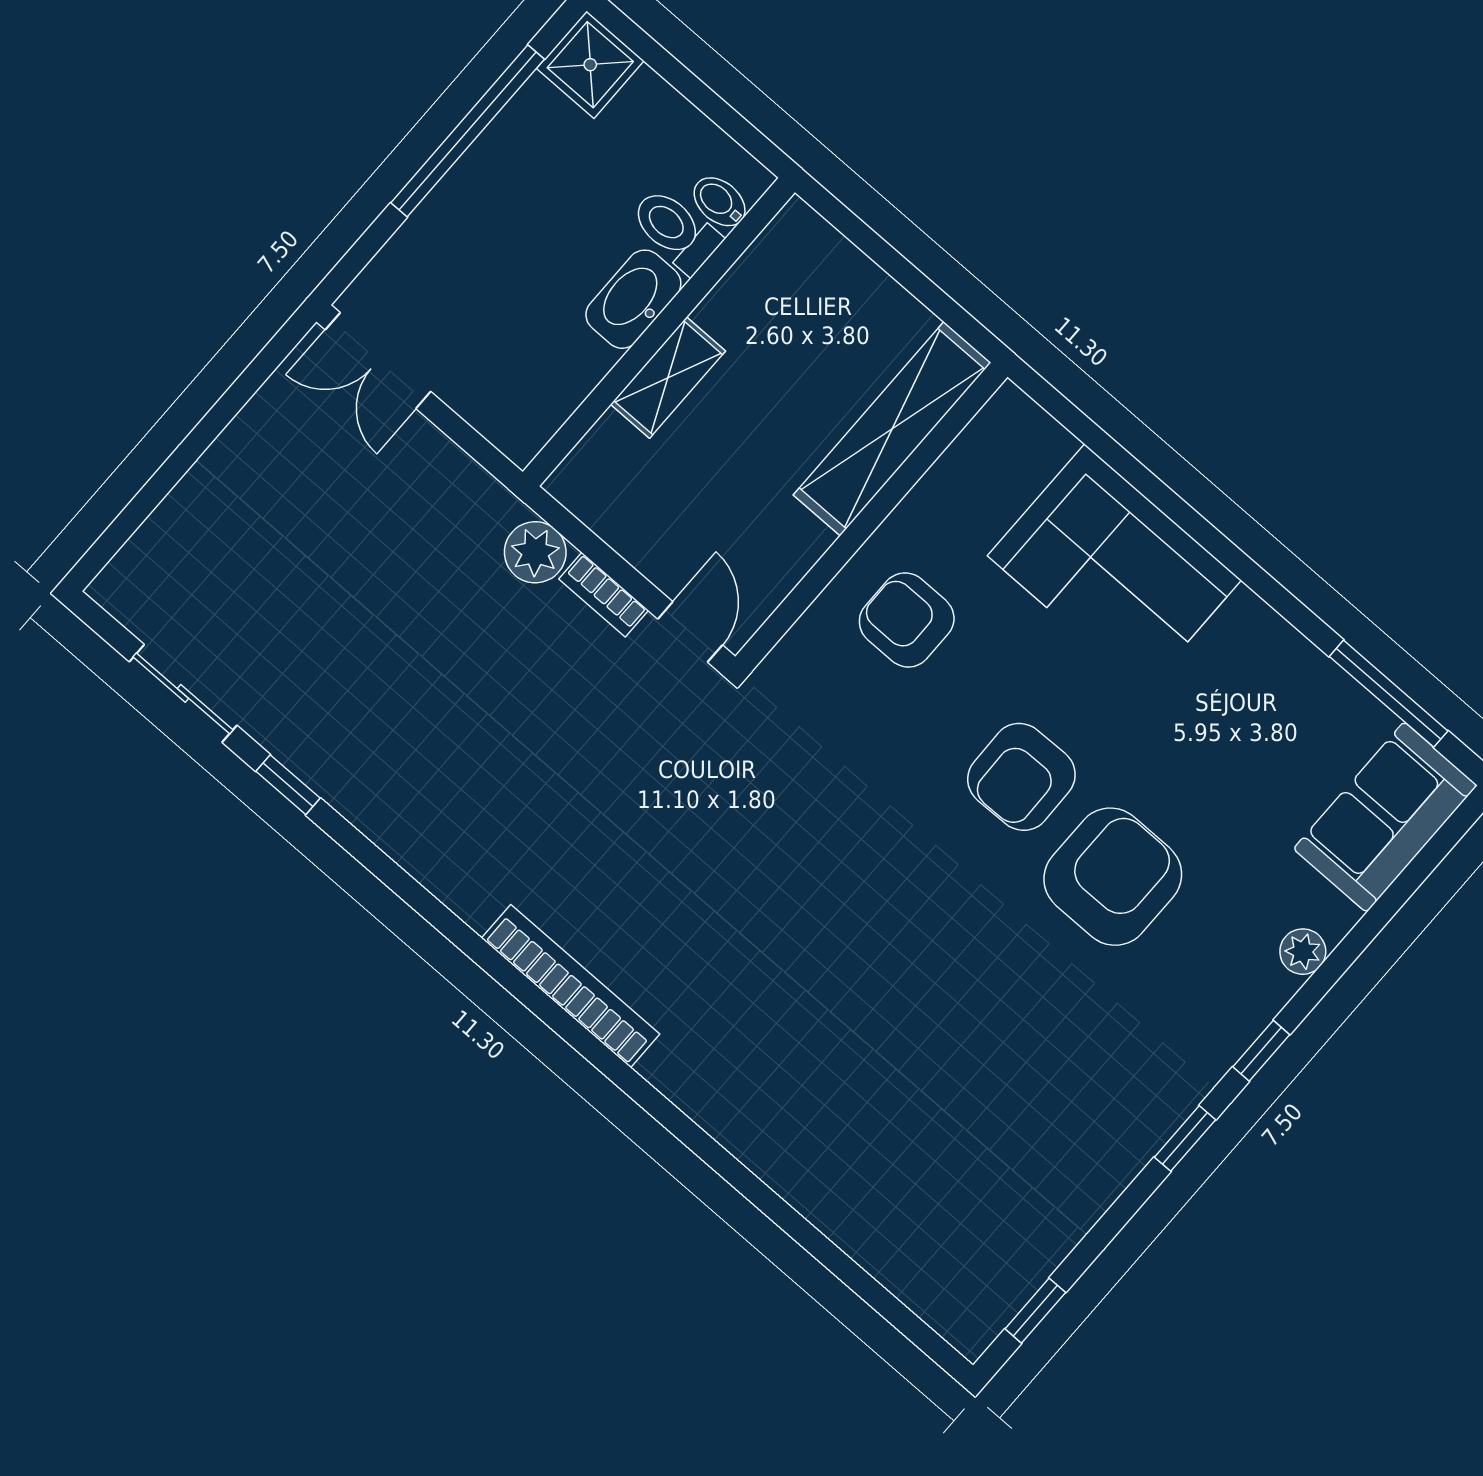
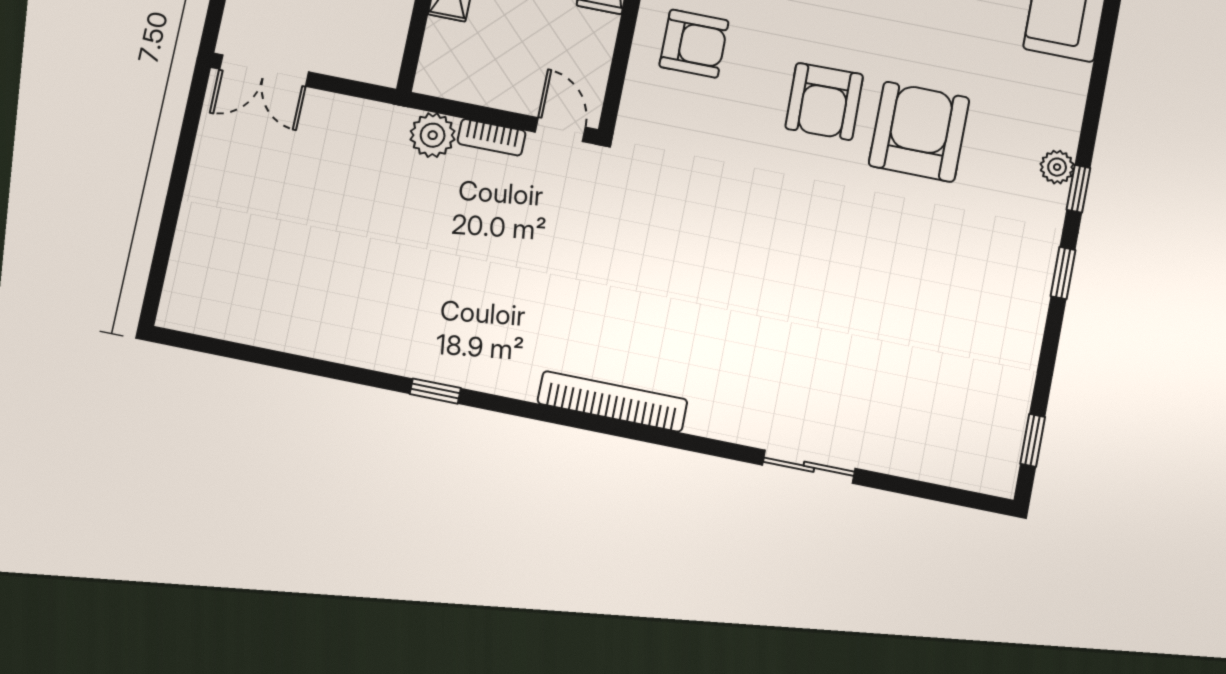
armchair: (907, 620) -> (694, 44), turned 180
sliding door: (183, 693) -> (809, 467), moved
window: (288, 785) -> (435, 391), moved
plant: (1303, 952) -> (1057, 167), moved

